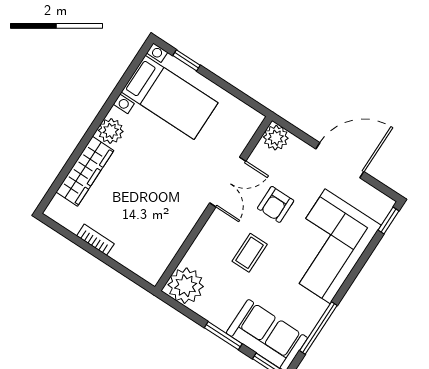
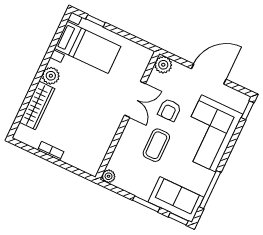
coffee table: (250, 253) -> (156, 145), width x1.36, depth x1.30
plant: (186, 286) -> (109, 176), width x0.53, depth x0.53

